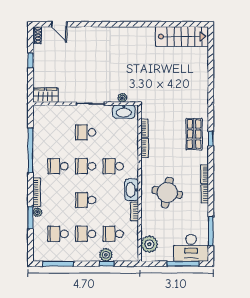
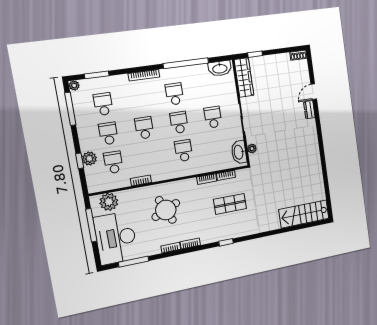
door: (59, 24) -> (314, 92), moved
dresser: (93, 32) -> (309, 110), added
stairs: (182, 36) -> (304, 214), moved, turned 90
window: (30, 60) -> (255, 54), moved
wardrobe: (45, 95) -> (244, 77), width x1.50
shop shelf: (194, 134) -> (230, 204), moved
washbasin: (132, 190) -> (220, 68), moved, turned 180
round table: (167, 193) -> (166, 210), turned -35
plant: (37, 212) -> (74, 86), moved
window: (30, 218) -> (97, 75), moved
desk: (191, 248) -> (116, 238), width x1.36, depth x1.30
window: (183, 264) -> (91, 225), moved

